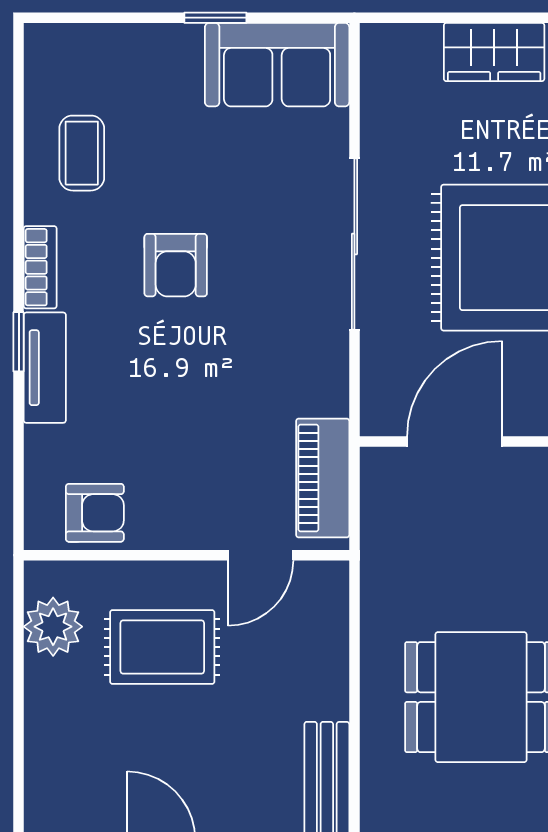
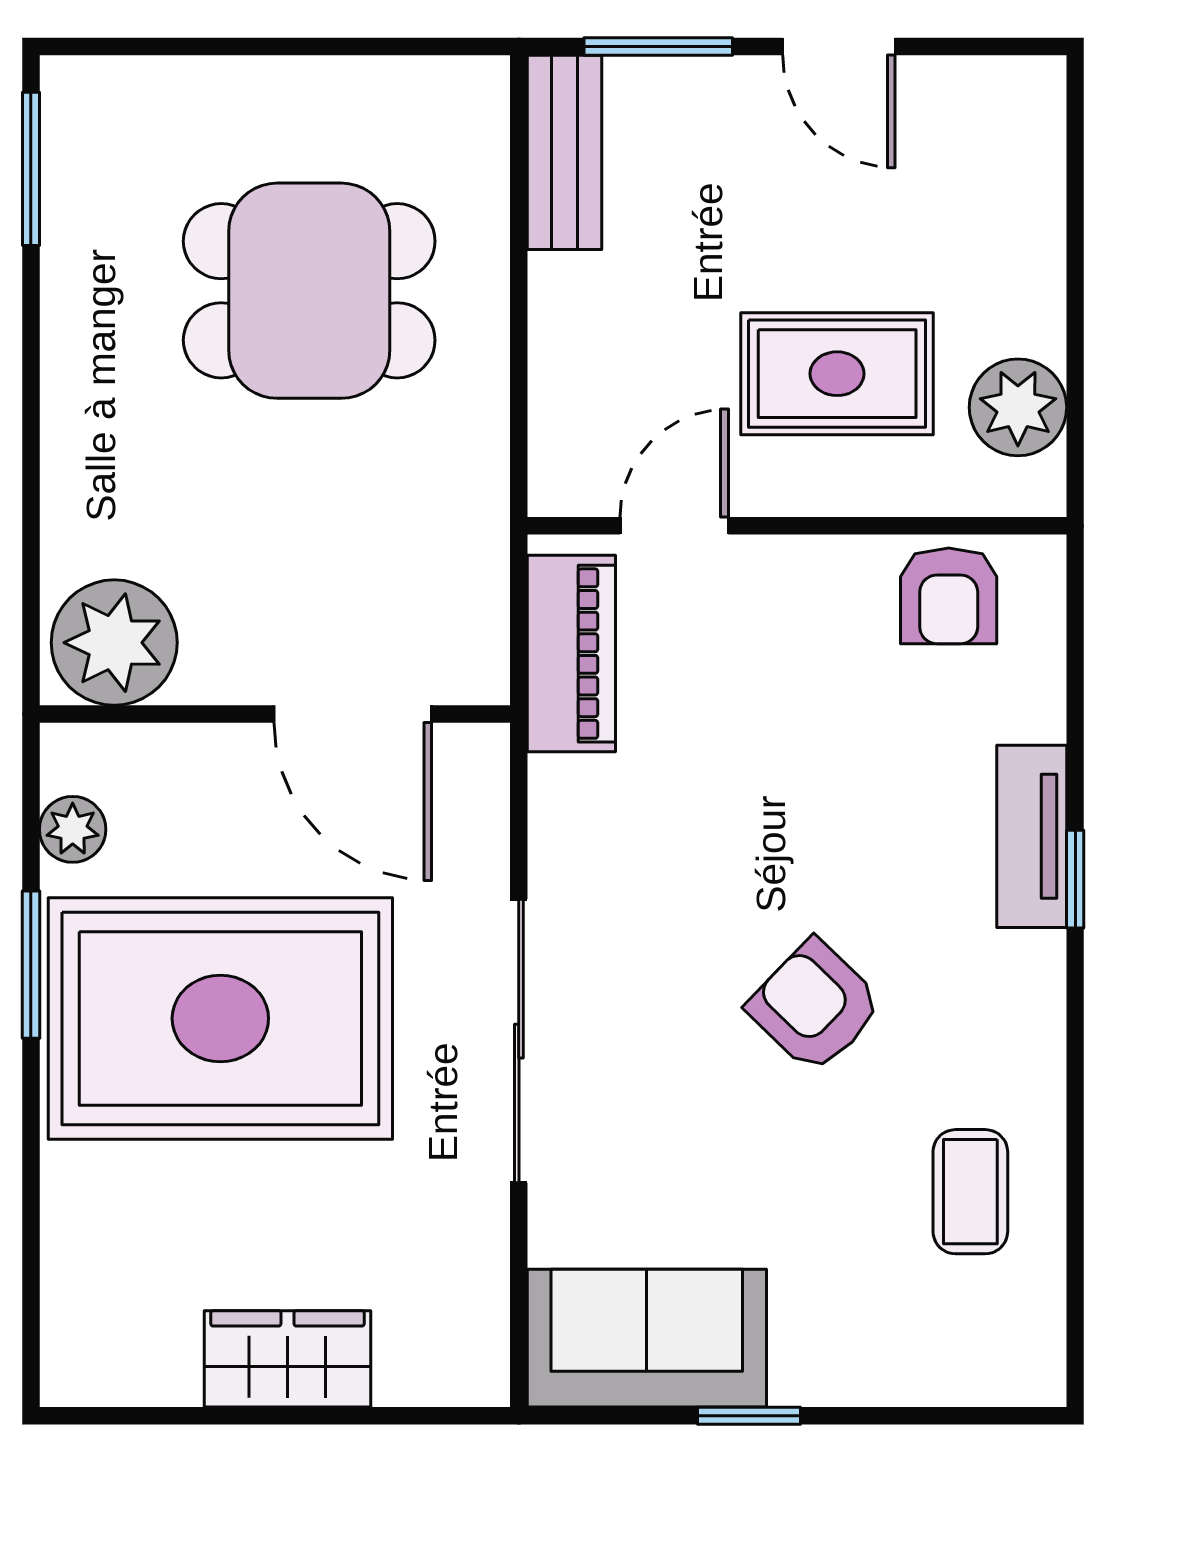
armchair: (176, 265) -> (815, 1006), turned -46
bookcase: (40, 267) -> (1039, 1003), removed
door: (455, 442) -> (353, 714), hinge flipped
armchair: (95, 513) -> (949, 596), turned -90

